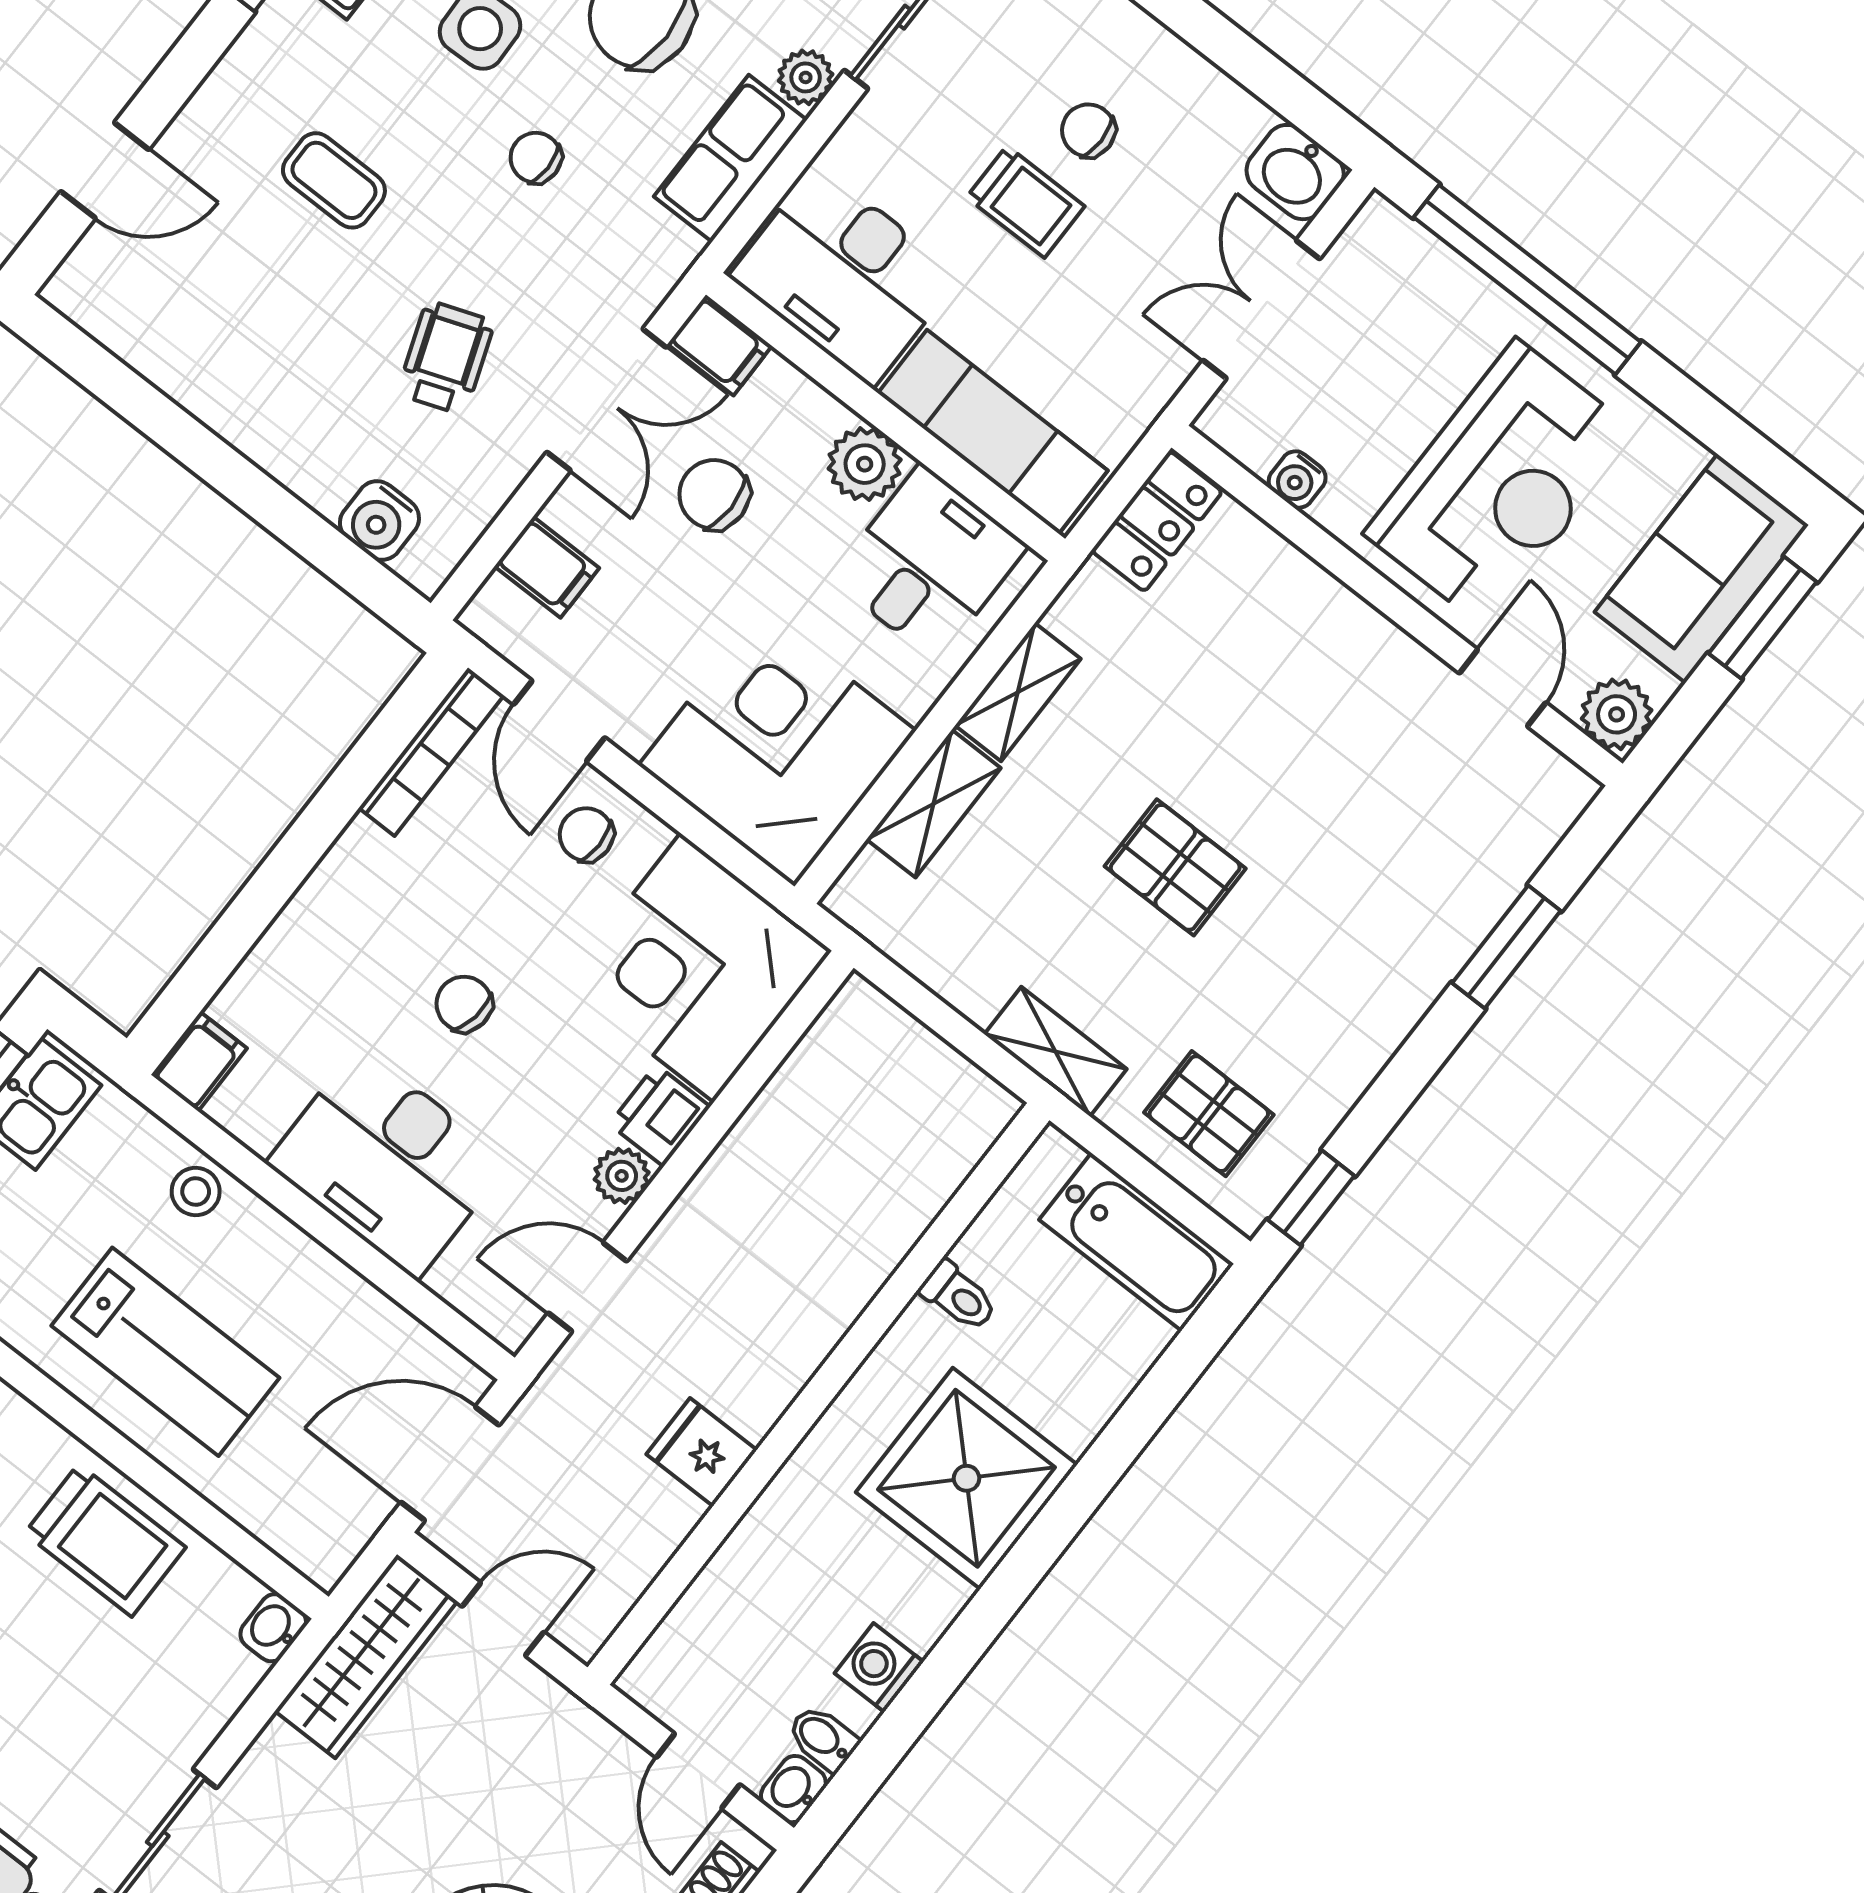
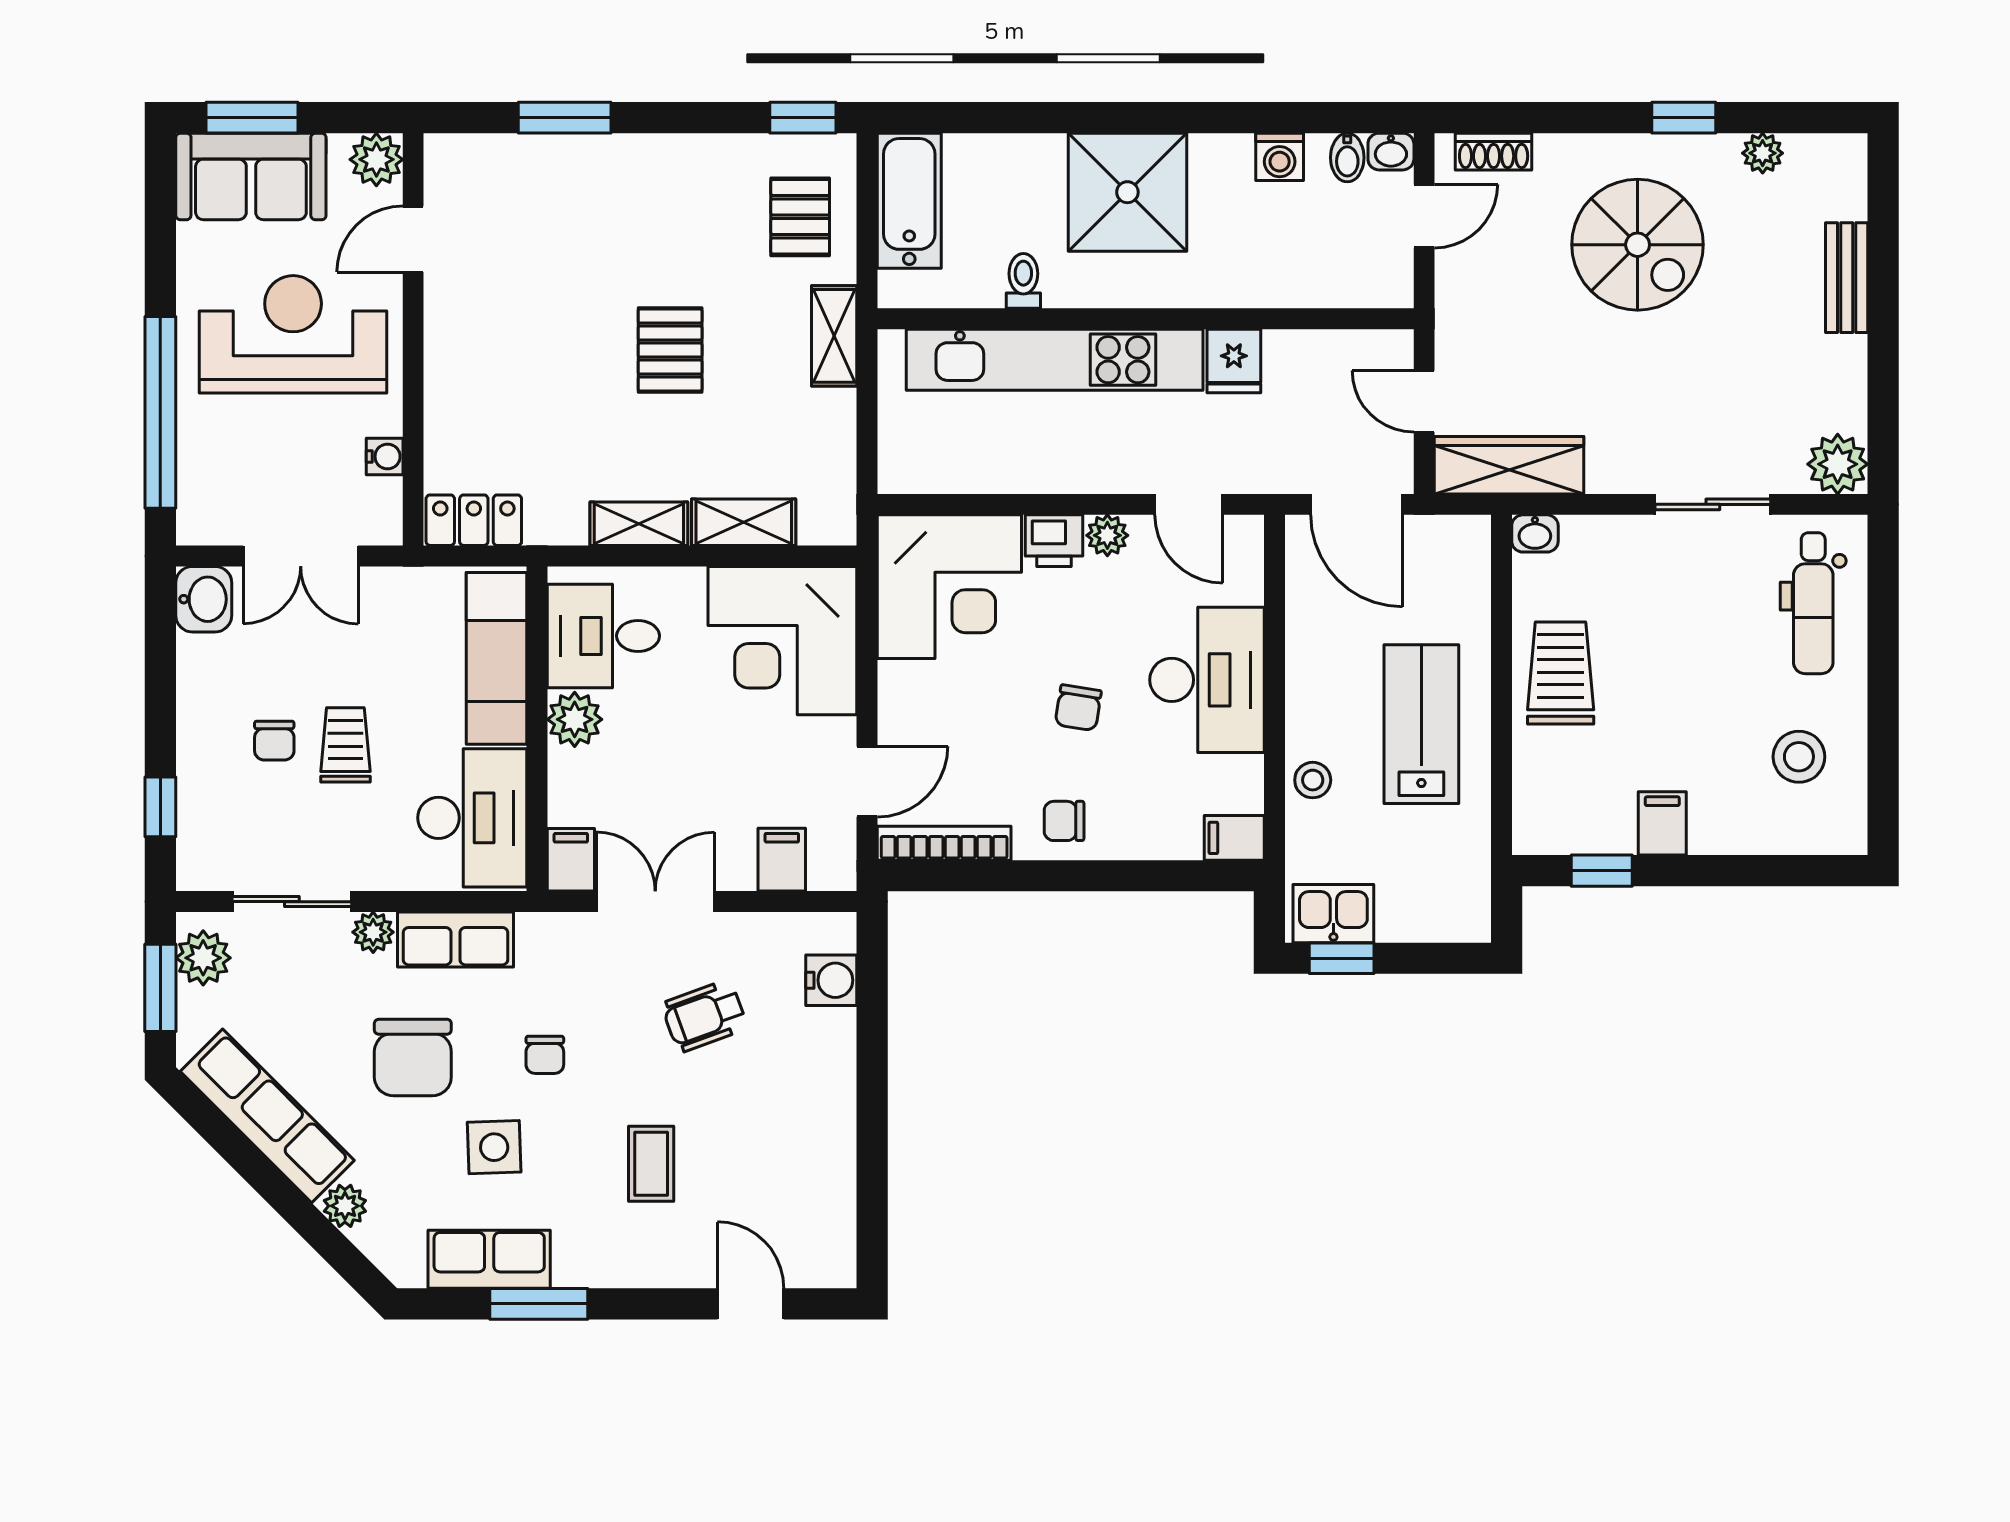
chair: (714, 494) -> (662, 794), removed
chair: (586, 835) -> (1064, 821), moved, turned 90
kitchen unit: (850, 1264) -> (1055, 360), added

